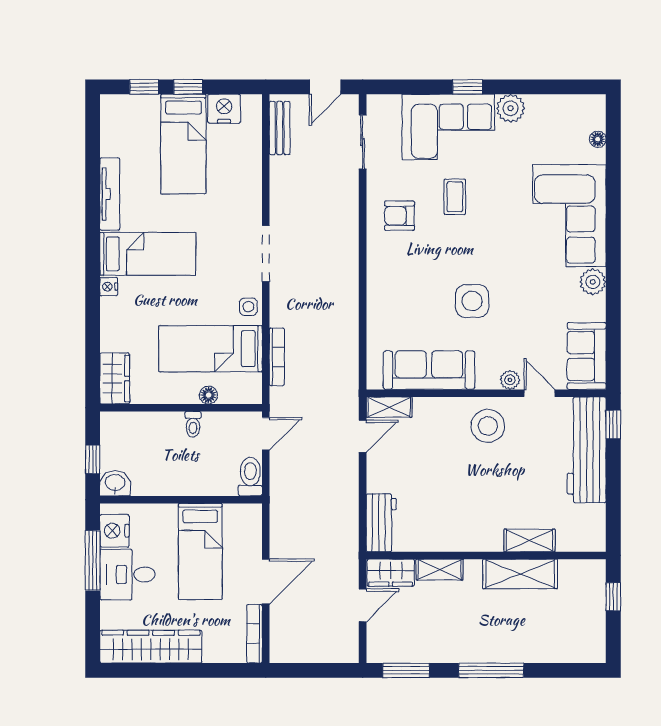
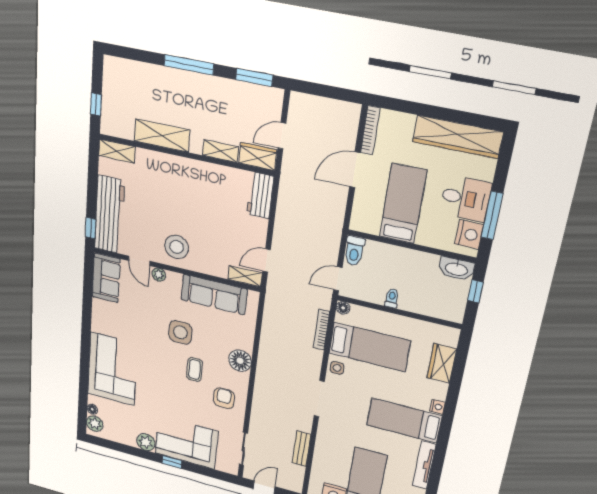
bench: (280, 128) -> (301, 449), moved
coffee table: (455, 197) -> (195, 369), moved
armchair: (399, 216) -> (224, 398), turned -90
floor lamp: (382, 281) -> (240, 361), added
plant: (593, 282) -> (95, 424), moved
wardrobe: (115, 379) -> (442, 363), moved
floor lamp: (208, 395) -> (343, 308), moved
washbasin: (115, 483) -> (456, 269), width x1.38
shelving: (530, 540) -> (117, 151), moved

